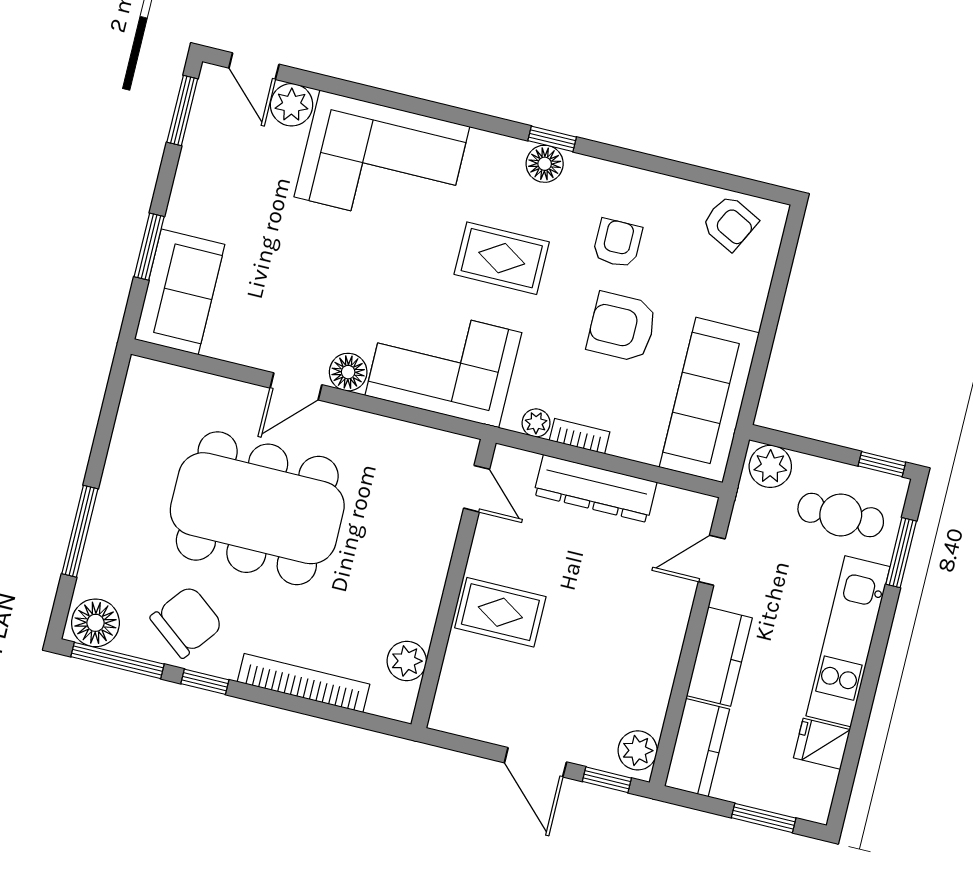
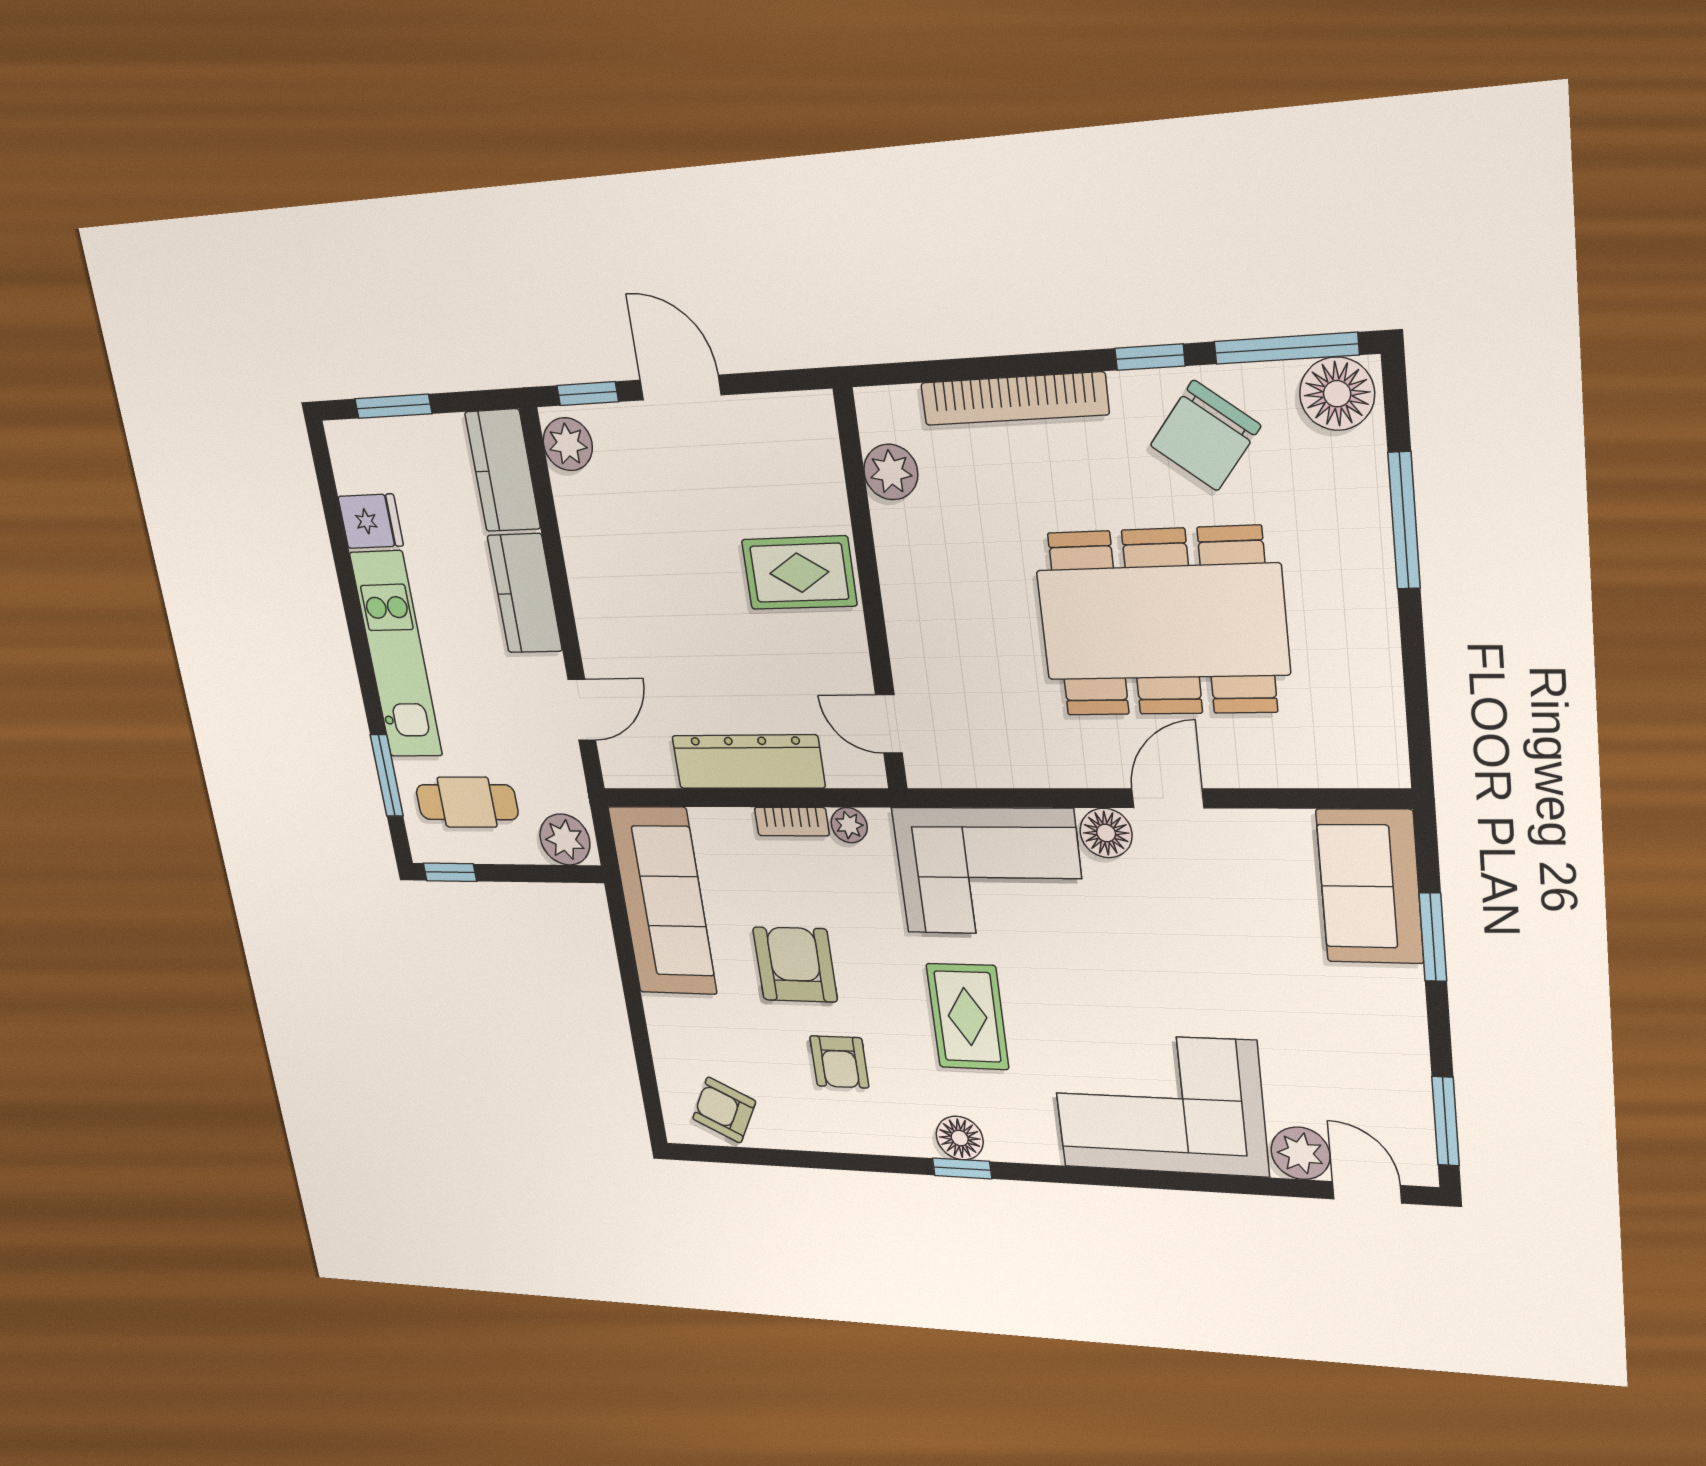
rug: (502, 258) -> (968, 1017), turned 90
armchair: (622, 327) -> (795, 965), turned -90

